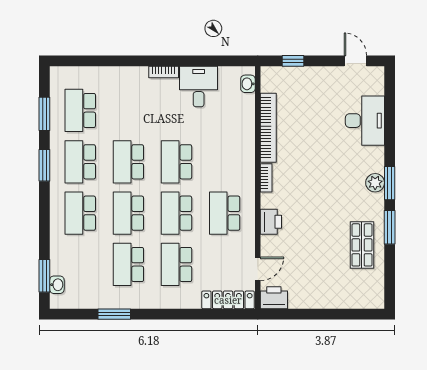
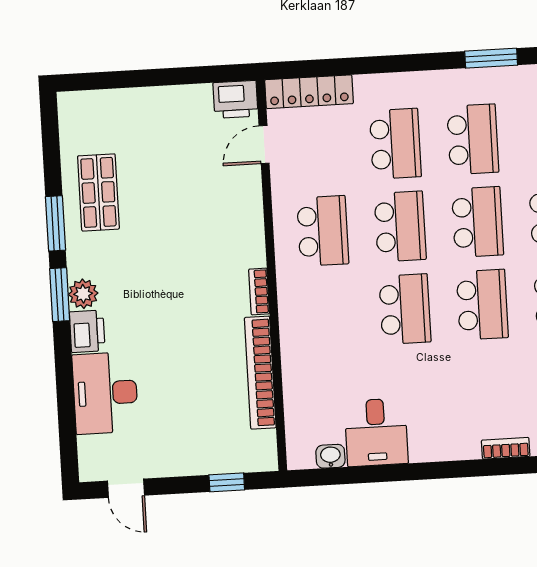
bookcase: (164, 72) -> (506, 448), moved
washbasin: (248, 84) -> (330, 456), moved, turned -90
printer: (271, 222) -> (87, 331), moved, turned 180

